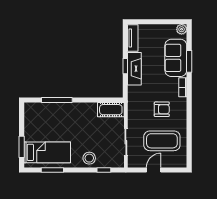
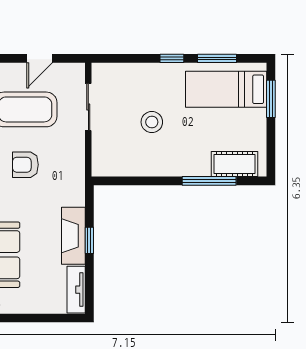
cot: (111, 110) -> (235, 164), moved
stool: (89, 158) -> (152, 122), moved
window: (104, 170) -> (172, 58), moved

